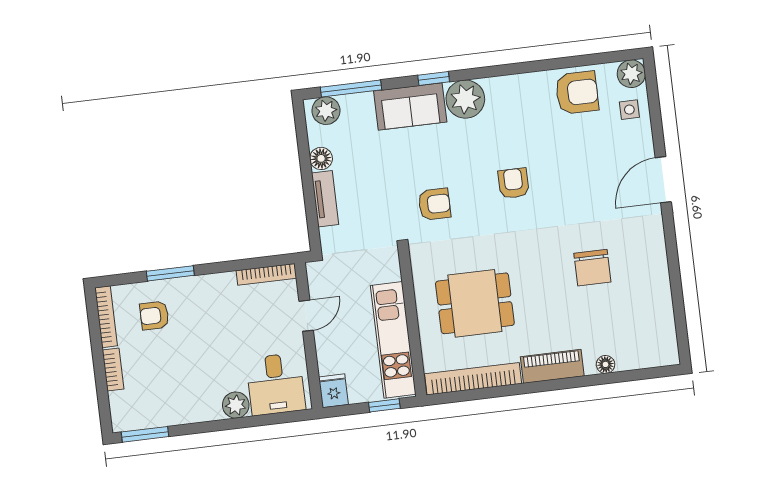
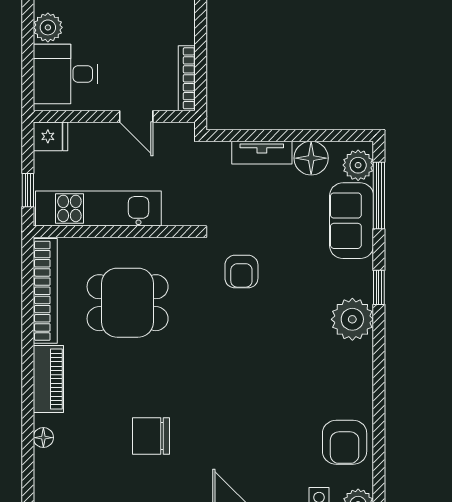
sofa: (410, 106) -> (352, 221), moved
floor lamp: (321, 158) -> (311, 158), width x1.38, depth x1.38
armchair: (513, 183) -> (254, 361), removed
dining table: (475, 303) -> (128, 303), turned 90

